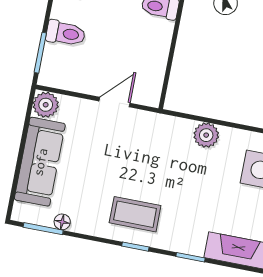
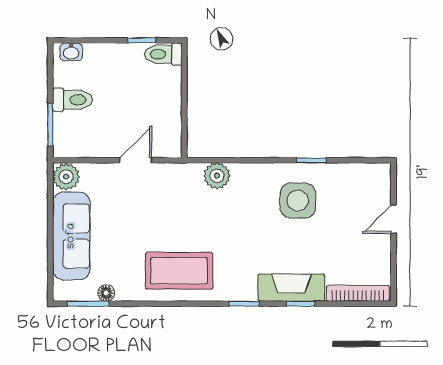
plant: (206, 135) -> (217, 176), moved
coffee table: (135, 214) -> (179, 271), width x1.36, depth x1.32
window: (135, 247) -> (301, 304), moved

